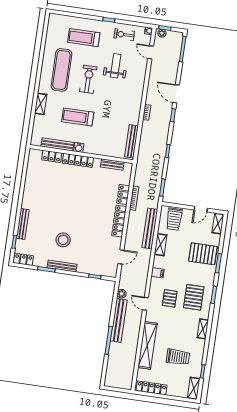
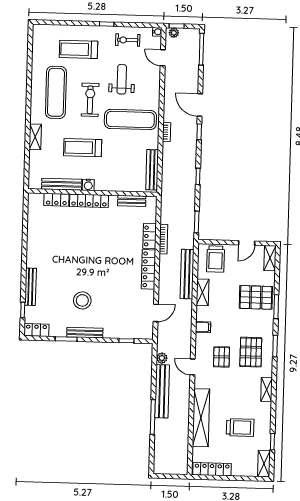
exercise mat: (119, 99) -> (130, 119), added

